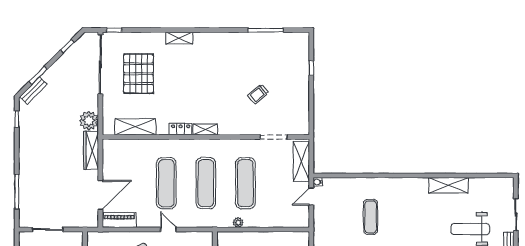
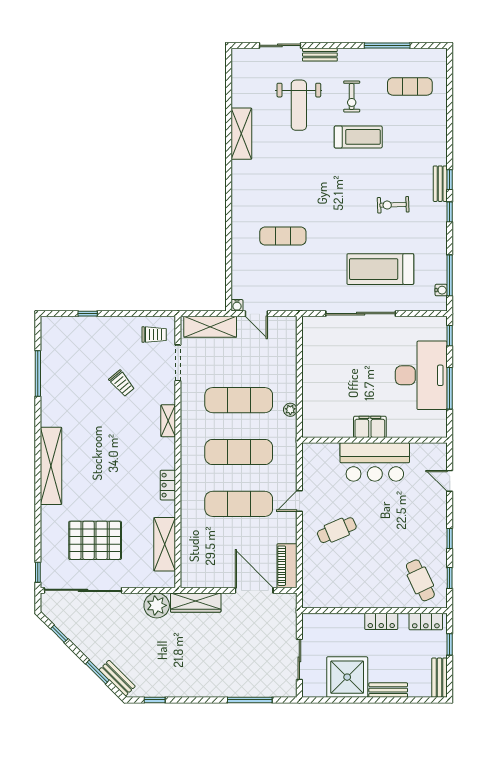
shelving: (179, 38) -> (51, 466), width x2.20, depth x1.33
trolley: (295, 119) -> (154, 335), added
shelving: (205, 129) -> (168, 421), moved

